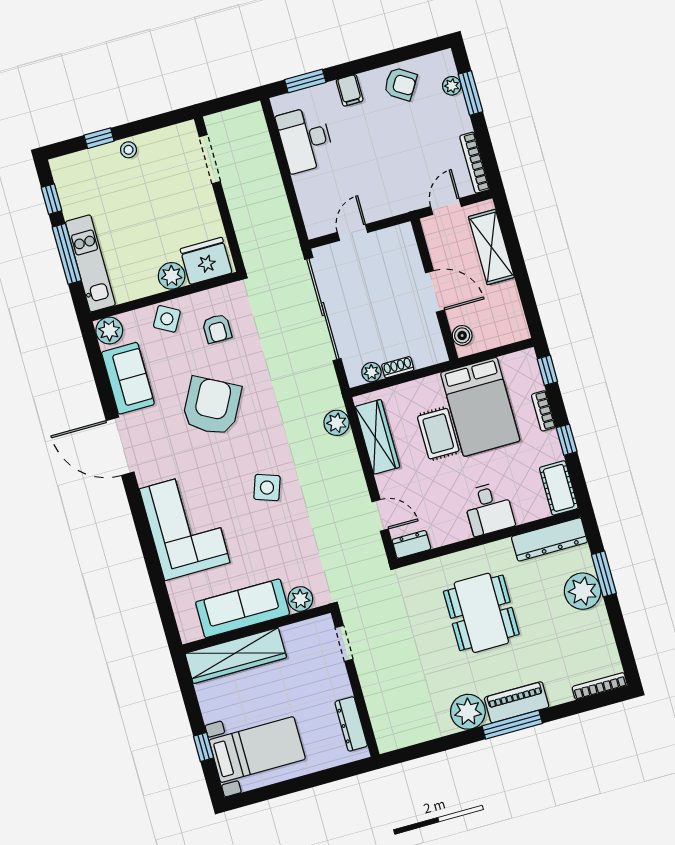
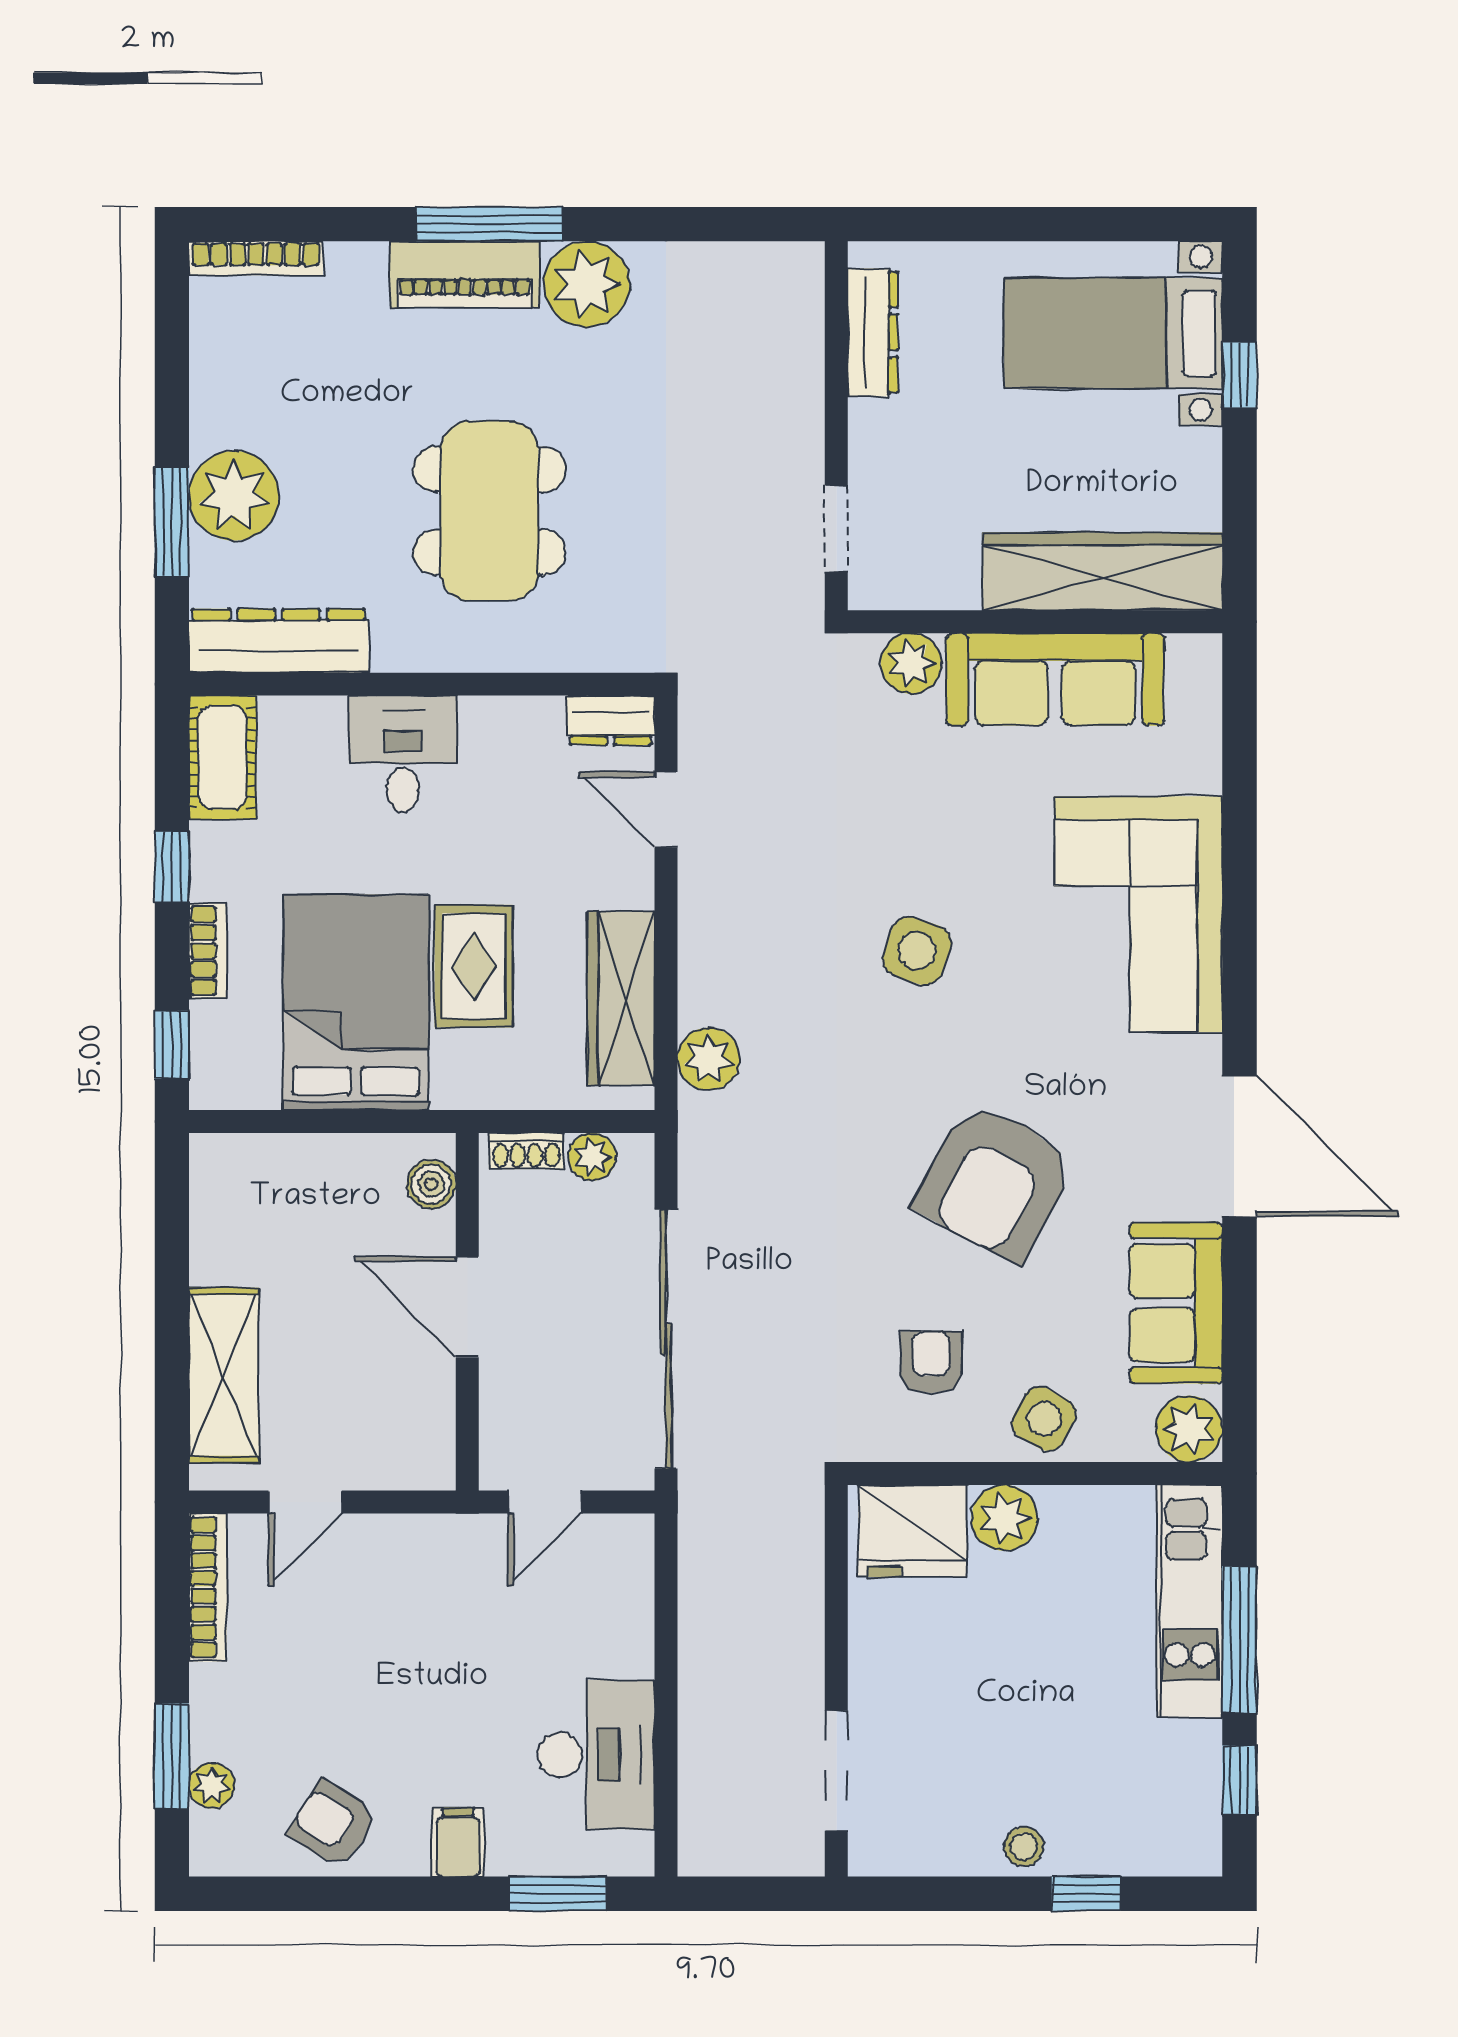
wall: (434, 290) -> (467, 1312), moved
door: (435, 291) -> (467, 1307), moved
boiler: (462, 335) -> (431, 1184), moved

